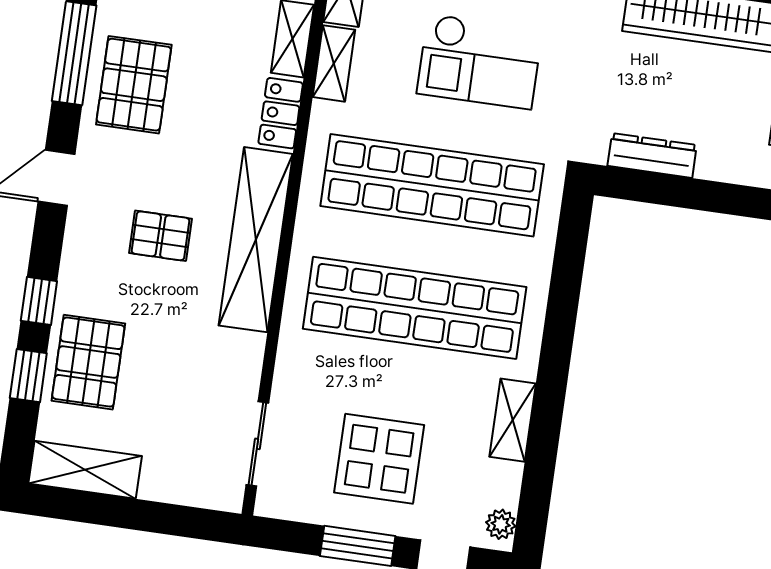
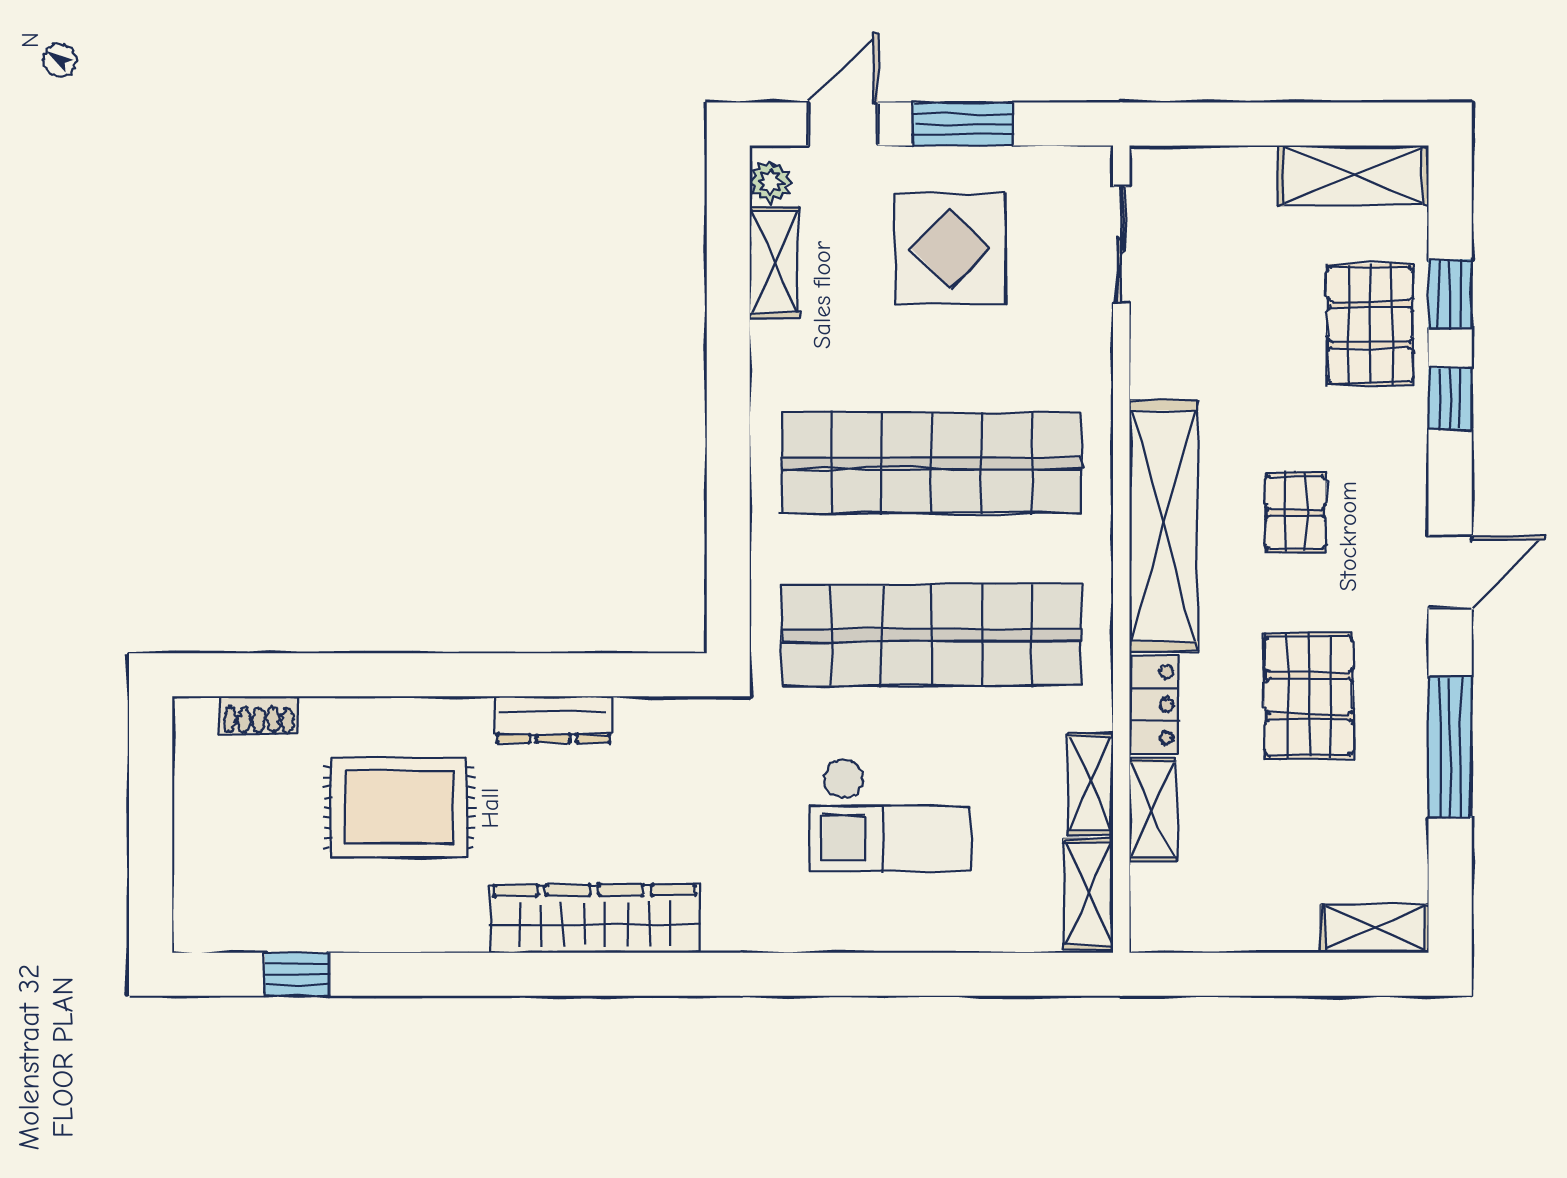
checkout: (480, 61) -> (890, 815), turned 180
pallet: (134, 85) -> (1309, 696), moved
dresser: (652, 155) -> (553, 719), moved
pallet: (161, 236) -> (1295, 512), turned 90
shelving: (513, 420) -> (774, 262), moved

